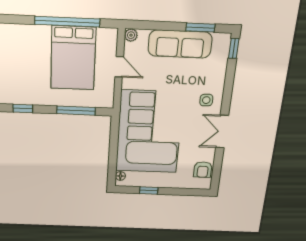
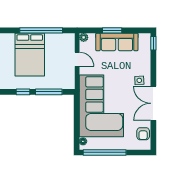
window: (200, 27) -> (112, 30), moved
bed: (73, 58) -> (30, 55), moved
window: (23, 108) -> (23, 92), moved
double door: (222, 132) -> (153, 103), width x1.37
window: (149, 190) -> (105, 152), width x3.17

